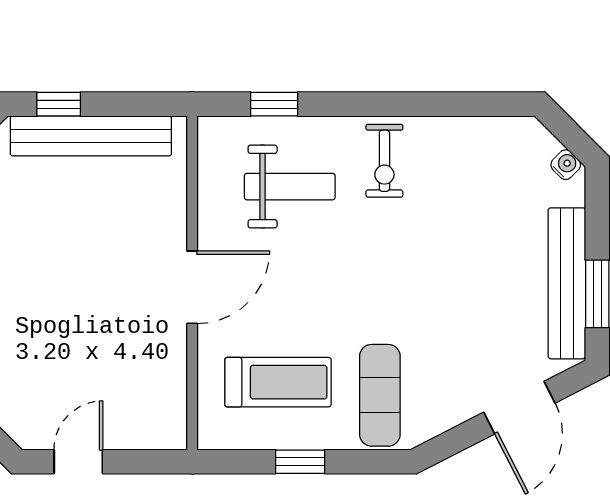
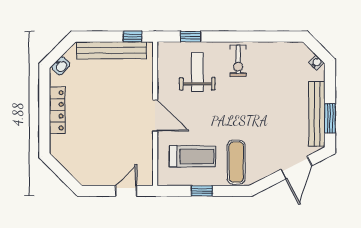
window: (59, 104) -> (132, 37), moved
weight bench: (290, 187) -> (197, 72), turned -90
door: (192, 287) -> (155, 116), hinge flipped
door: (78, 462) -> (126, 191), moved

